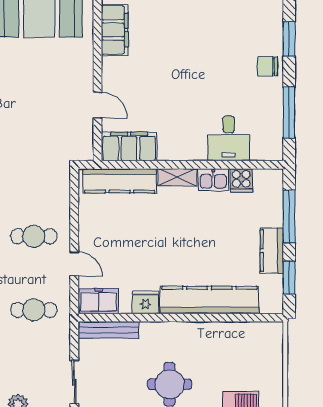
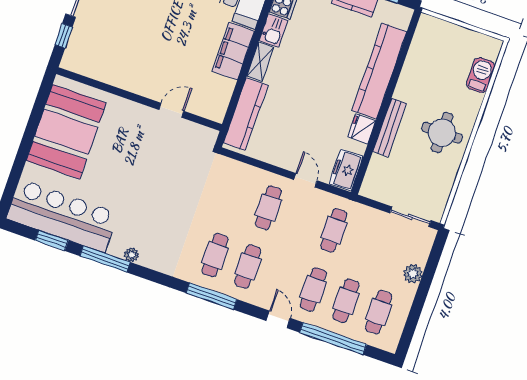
filing cabinet: (115, 30) -> (110, 72), removed
filing cabinet: (129, 146) -> (233, 51), moved
door: (74, 264) -> (305, 180), hinge flipped
bench: (108, 330) -> (390, 127), moved

